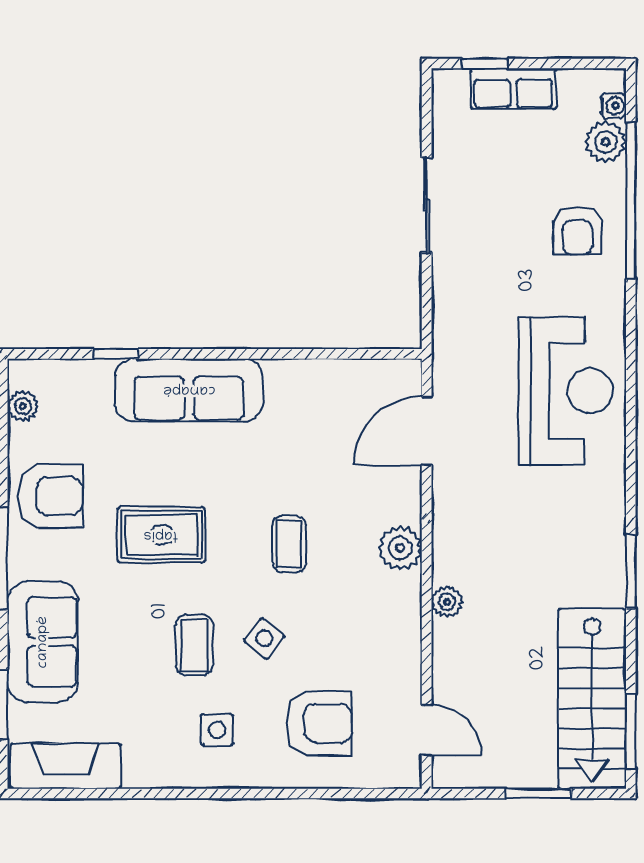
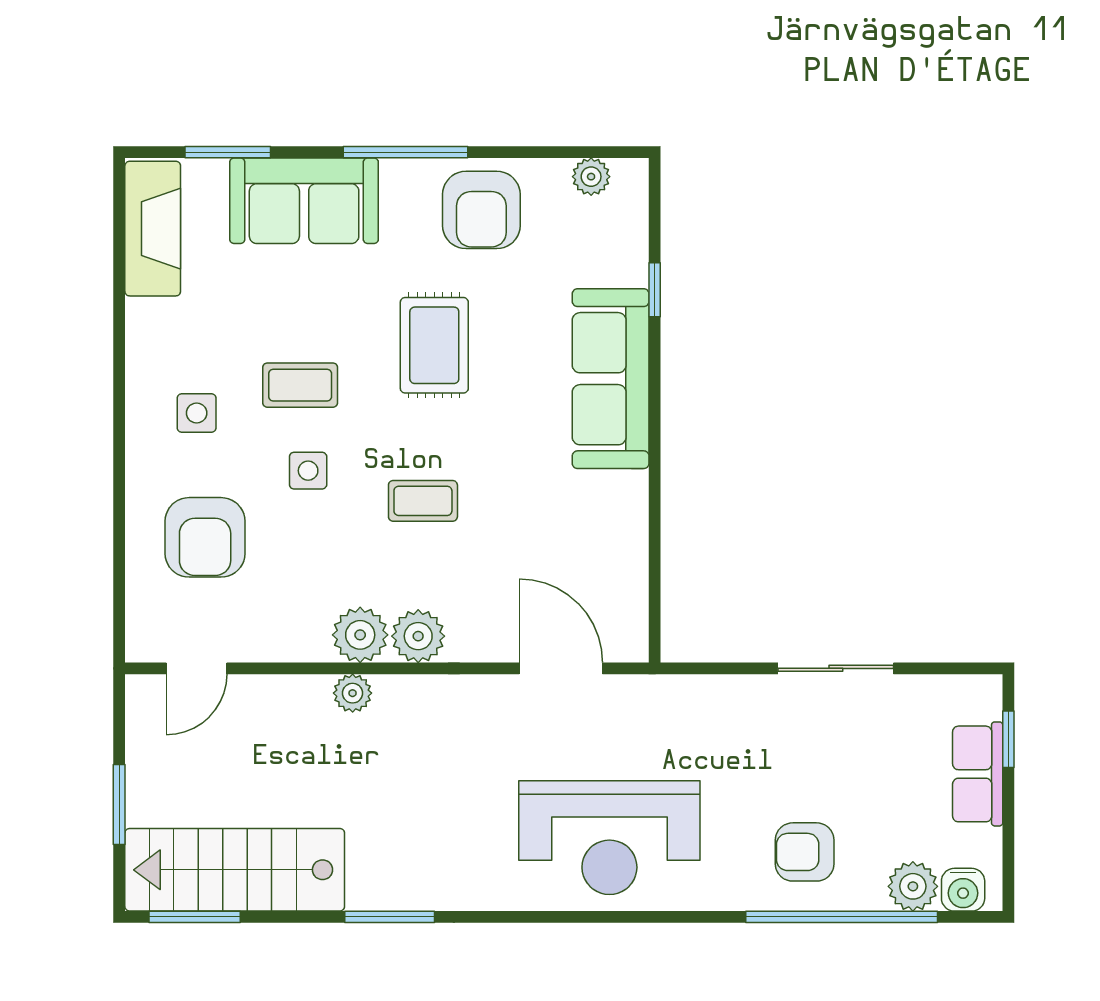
water cooler: (613, 106) -> (963, 890), width x1.38, depth x1.38
plant: (399, 596) -> (360, 635), added
side table: (264, 638) -> (308, 471), turned -38

